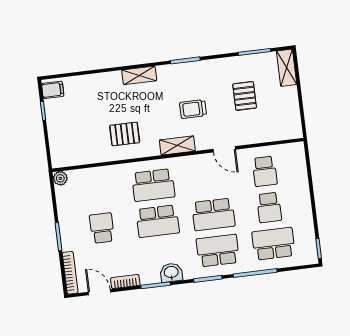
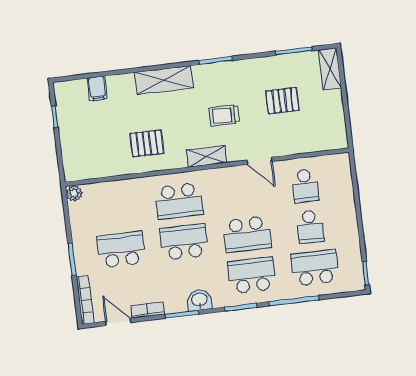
shelving: (139, 75) -> (164, 80), width x1.50, depth x1.33
filing cabinet: (53, 90) -> (97, 88), moved, turned 90
pallet: (245, 96) -> (283, 101), turned 90
school desk: (158, 221) -> (184, 242), turned 180
school desk: (102, 228) -> (121, 250), width x1.85

